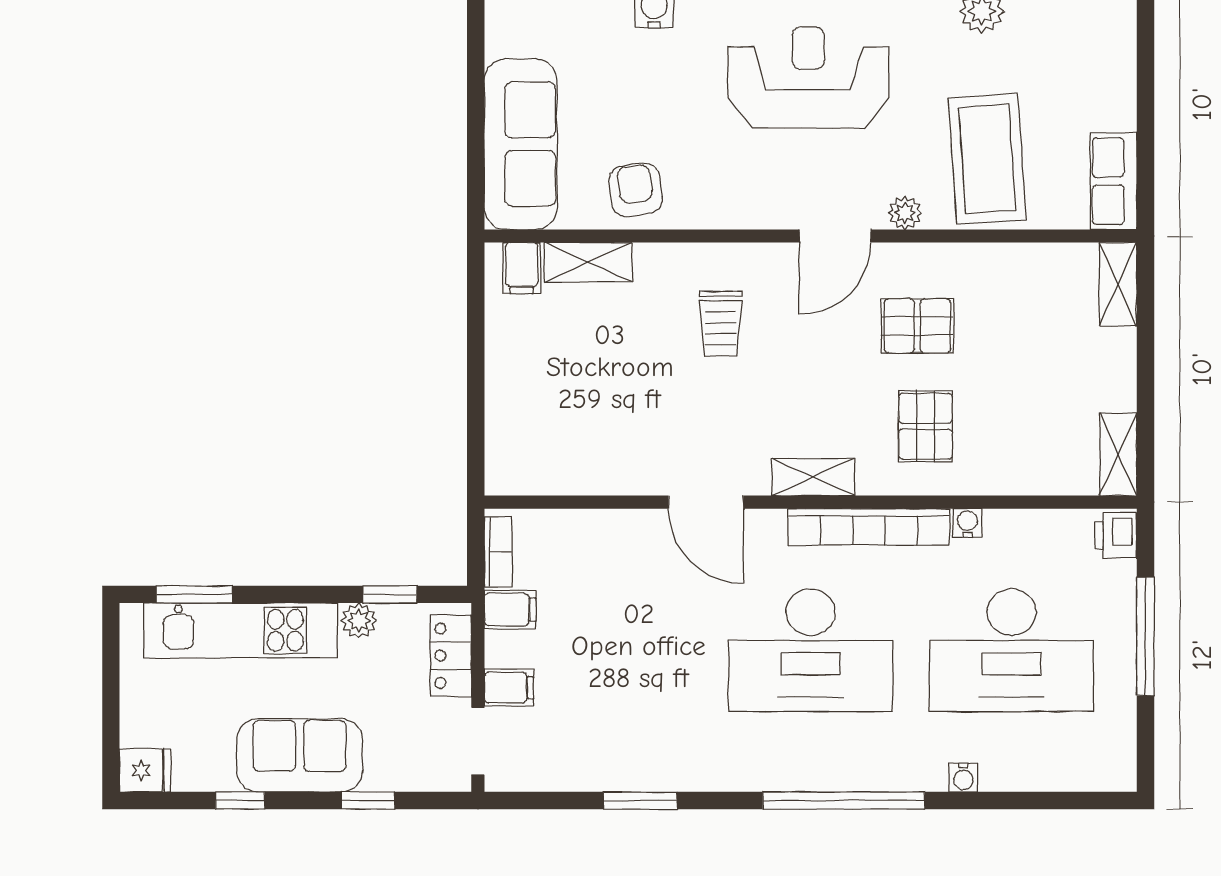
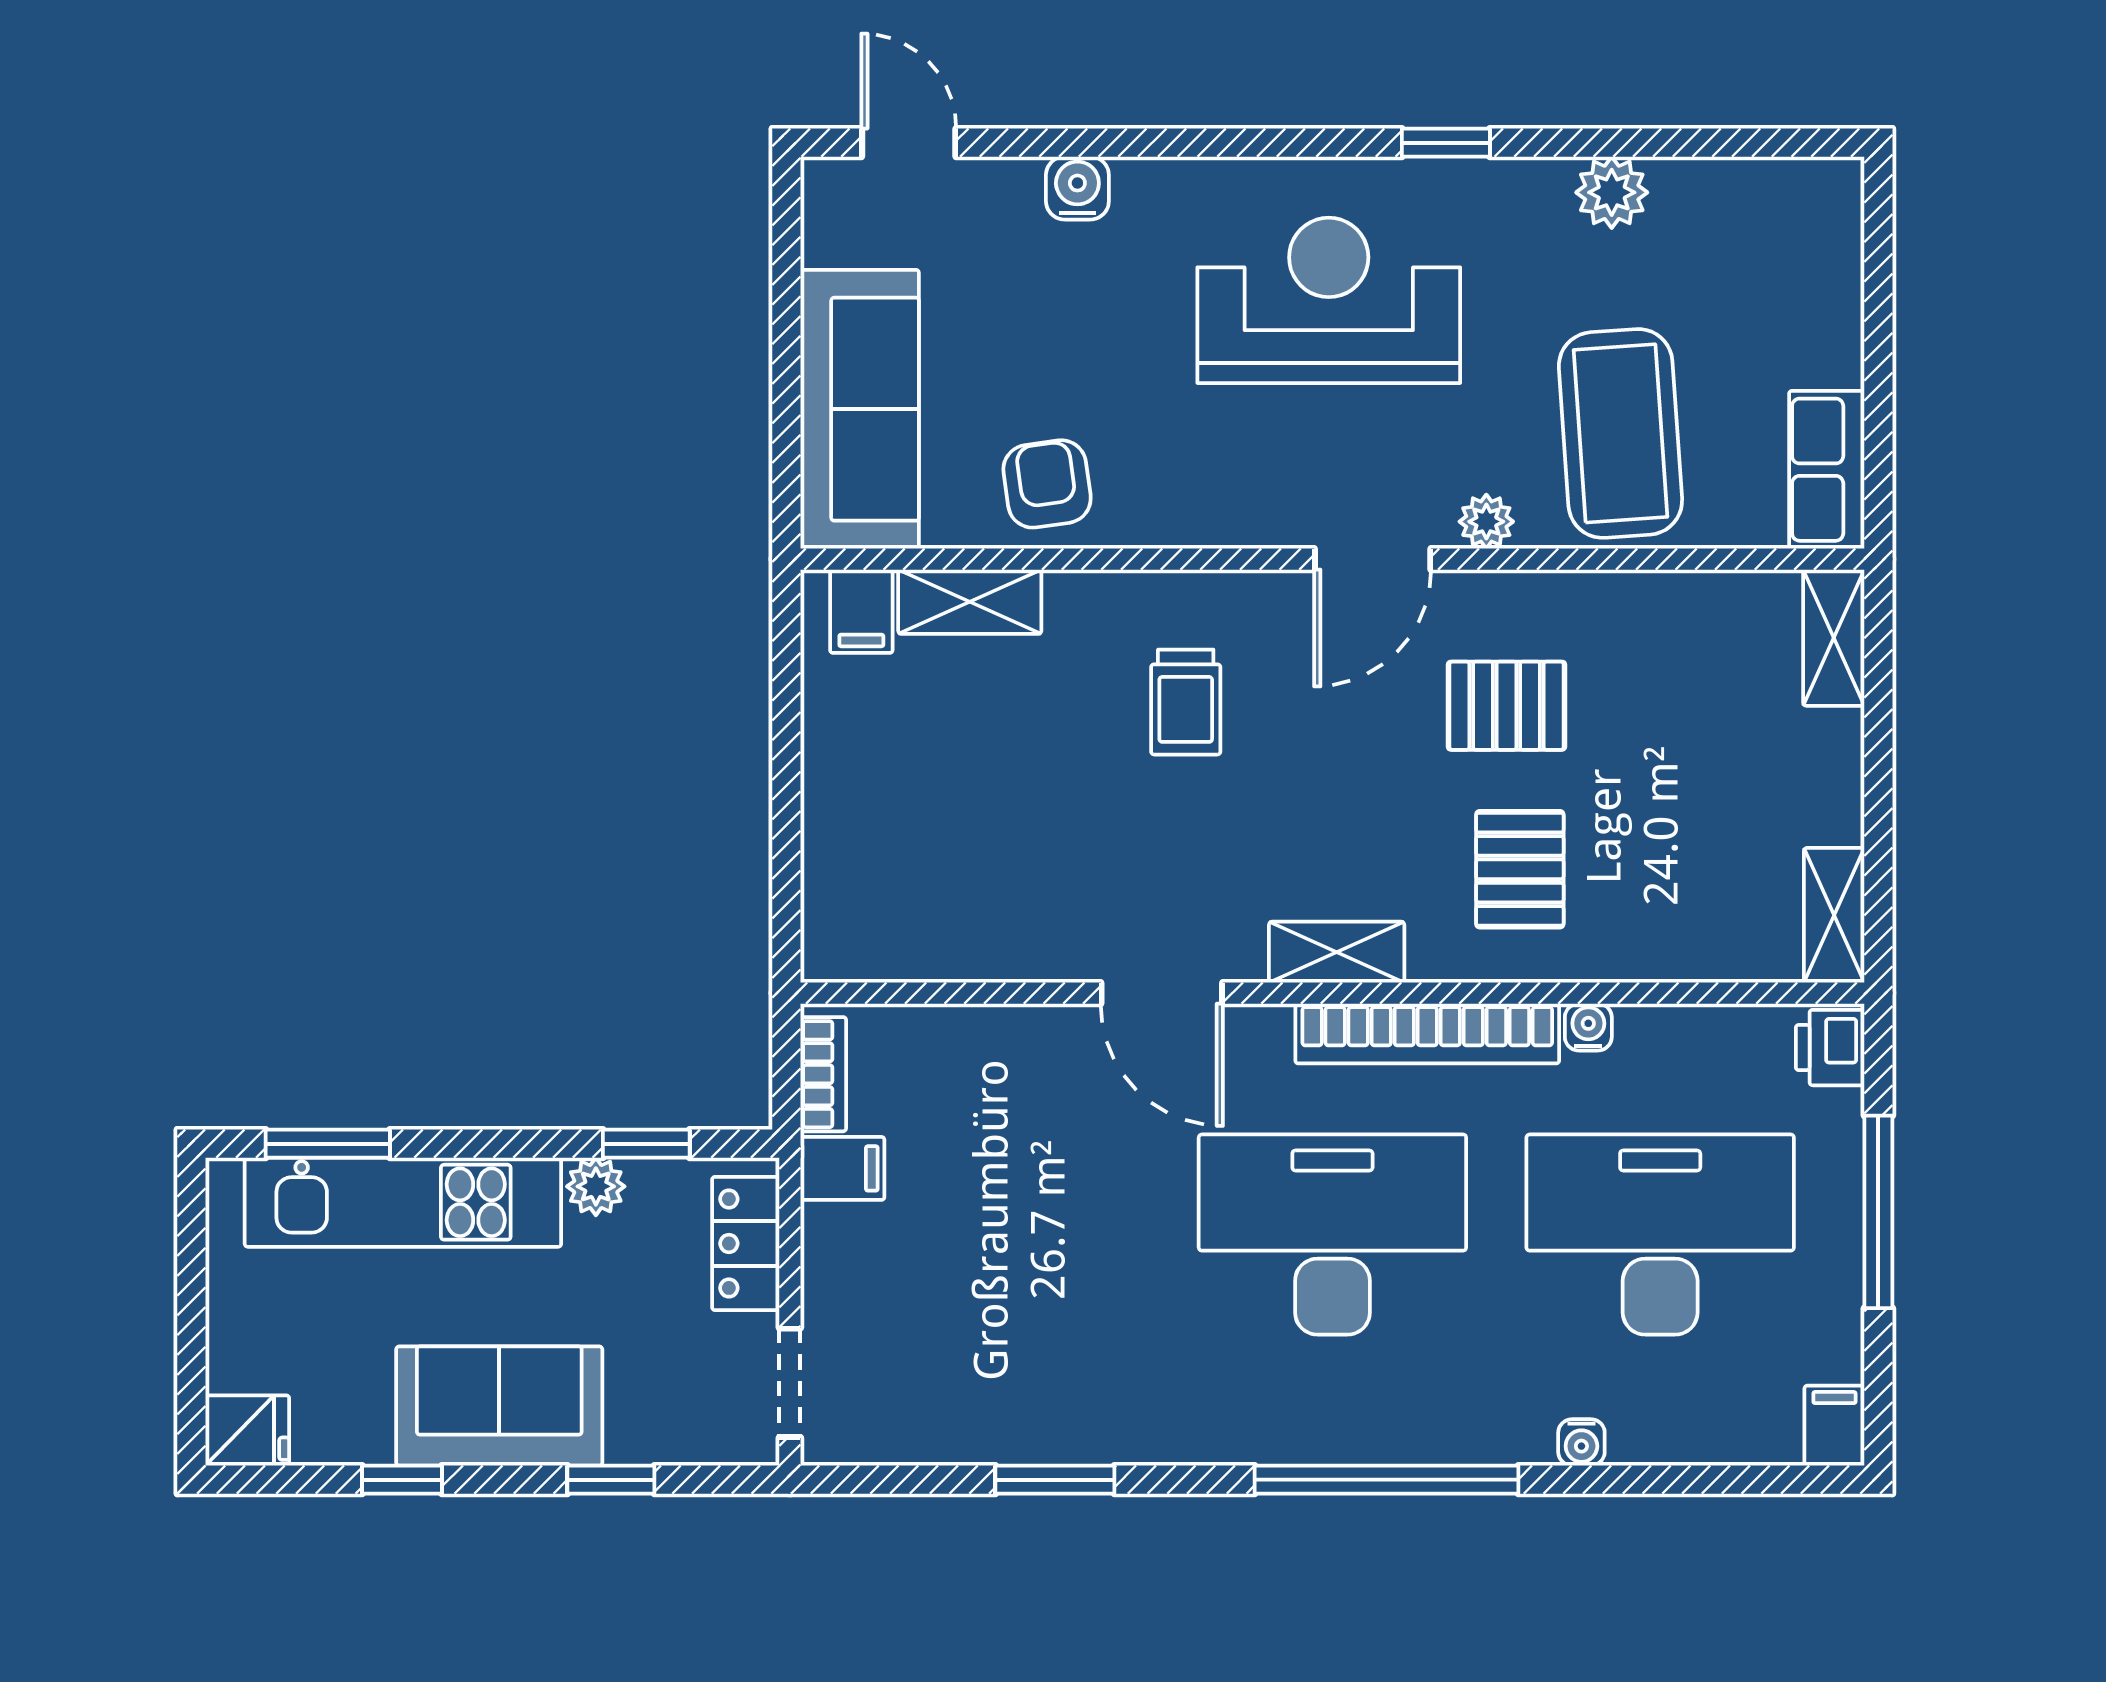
desk: (811, 650) -> (1332, 1235), turned 180
desk: (1012, 650) -> (1660, 1235), turned 180
filing cabinet: (509, 688) -> (1834, 1426), moved, turned -90

